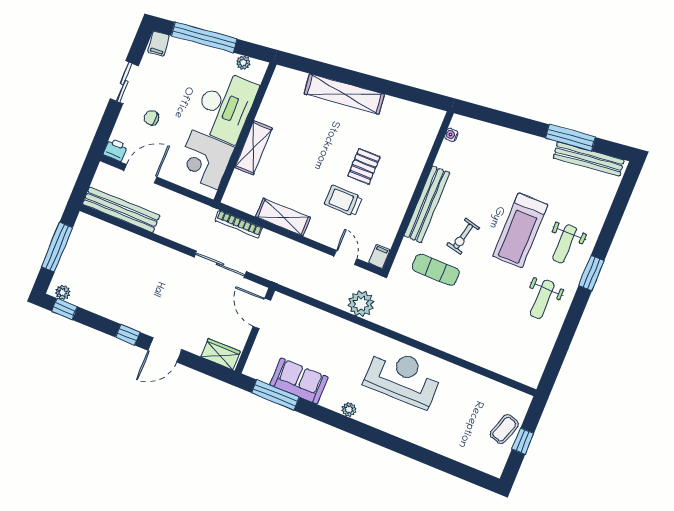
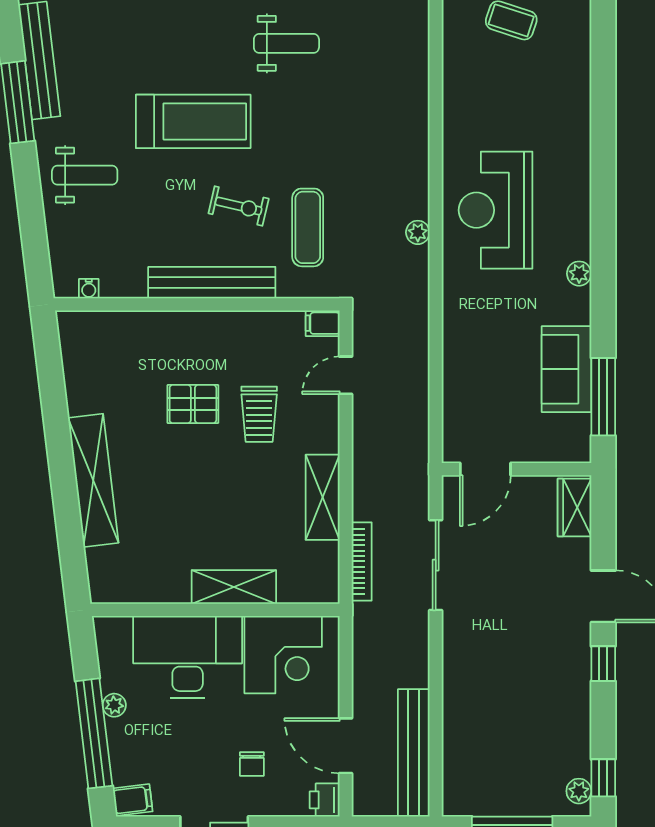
plant: (243, 63) -> (114, 705), moved
weight bench: (565, 244) -> (85, 175), moved
plant: (361, 304) -> (418, 232), moved, width x0.53, depth x0.53

